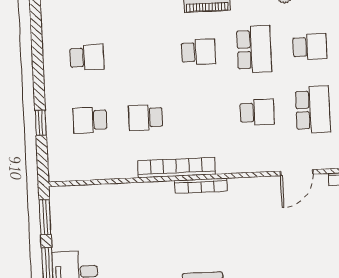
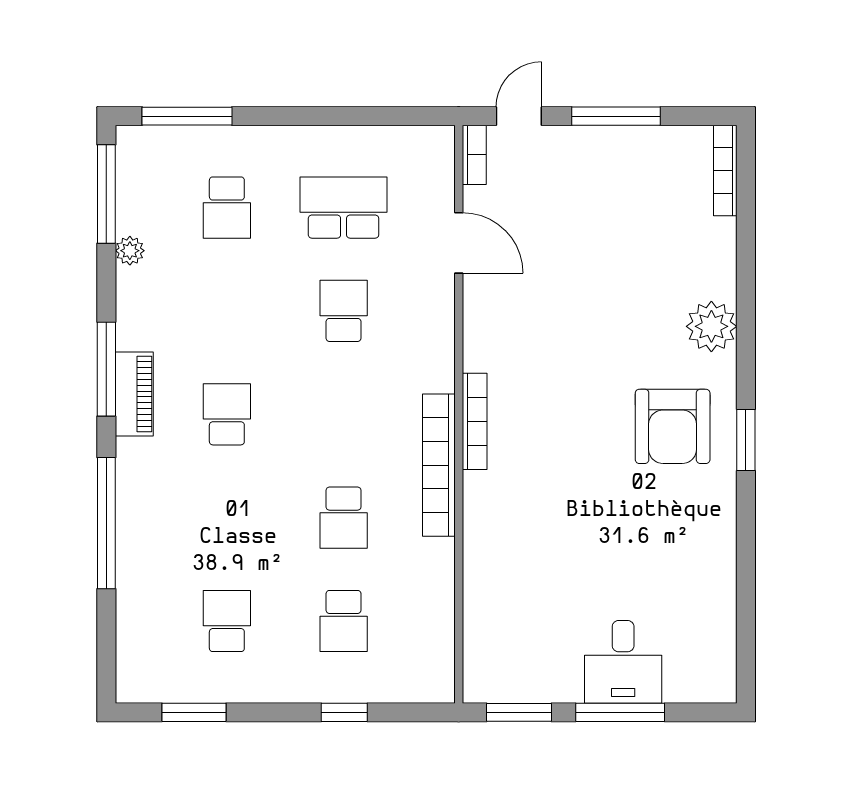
window: (37, 42) -> (194, 712), added
school desk: (310, 47) -> (227, 208), turned 180
school desk: (254, 49) -> (227, 311), removed

